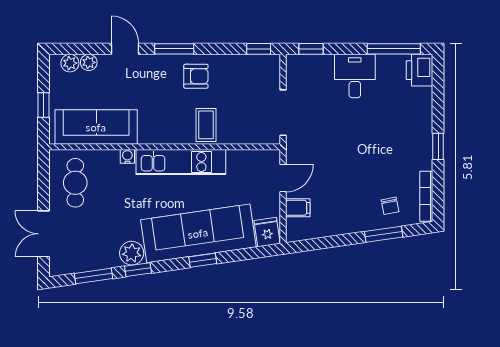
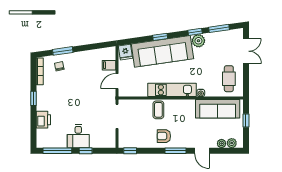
window: (311, 49) -> (86, 151), moved
printer: (420, 70) -> (43, 120), moved

